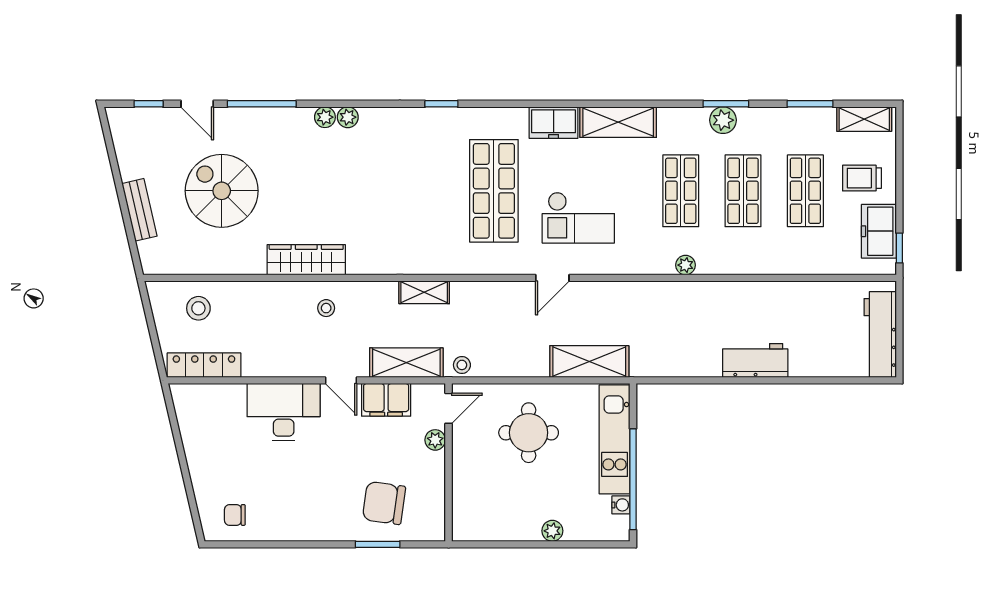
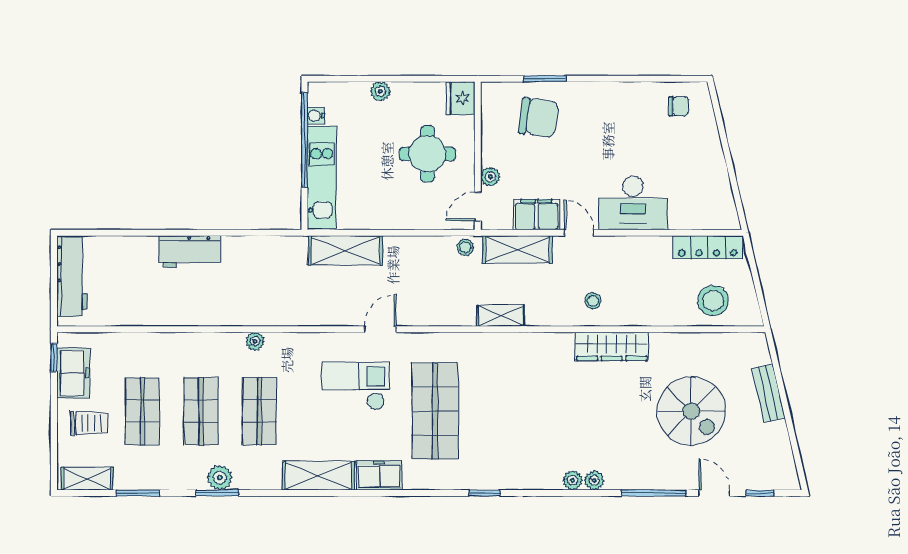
stool: (198, 308) -> (713, 301), width x1.38, depth x1.38
round table: (529, 433) -> (427, 154), moved
fridge: (467, 524) -> (461, 98), added

